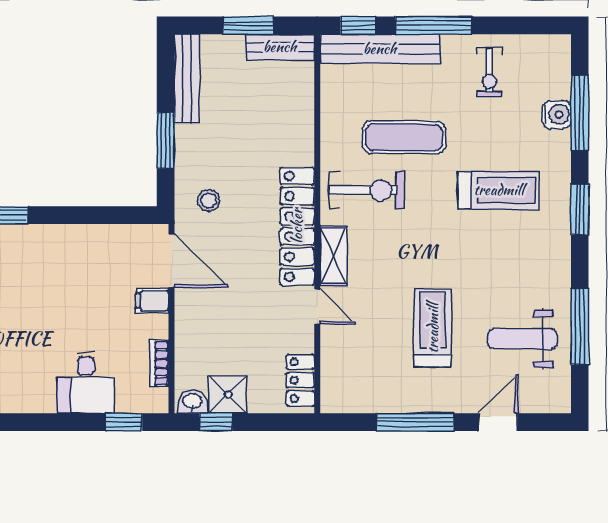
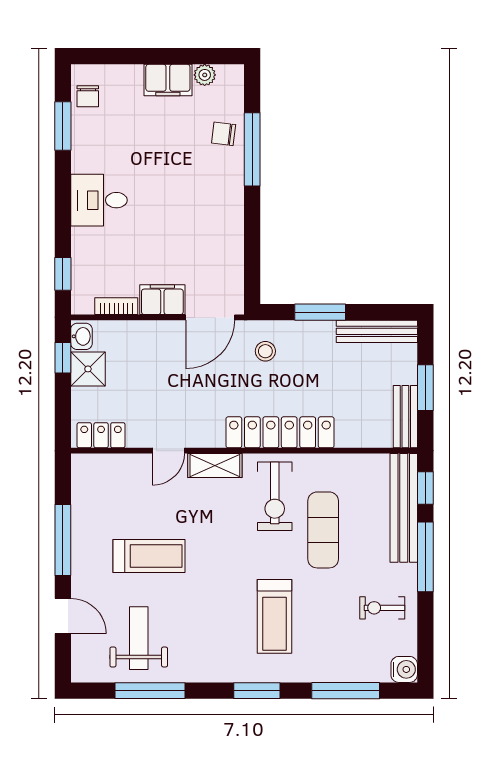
water cooler: (557, 115) -> (404, 669), moved, turned -90
locker: (297, 226) -> (280, 432), moved
filing cabinet: (152, 301) -> (162, 300), width x2.00
desk: (86, 383) -> (99, 200), moved

